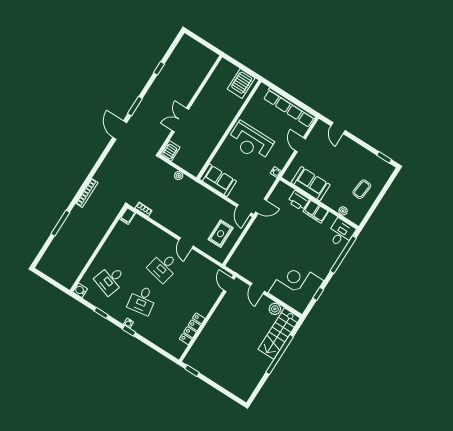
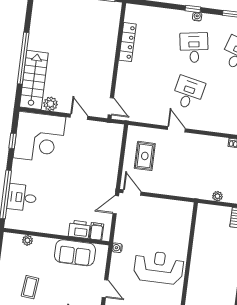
sofa: (218, 180) -> (174, 211), removed
coffee table: (362, 189) -> (30, 287), moved
filing cabinet: (316, 211) -> (96, 231), moved, width x0.50
desk: (341, 233) -> (22, 198), moved, turned 90

